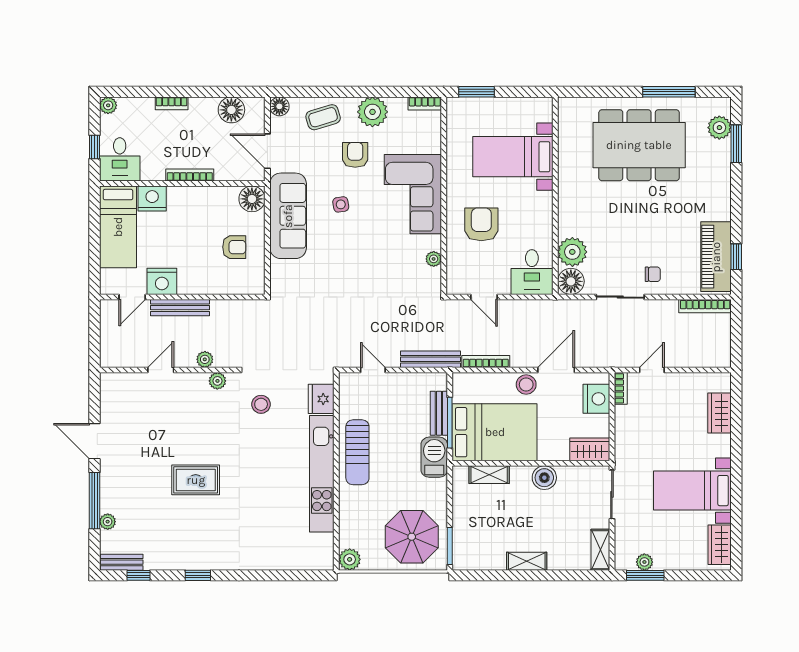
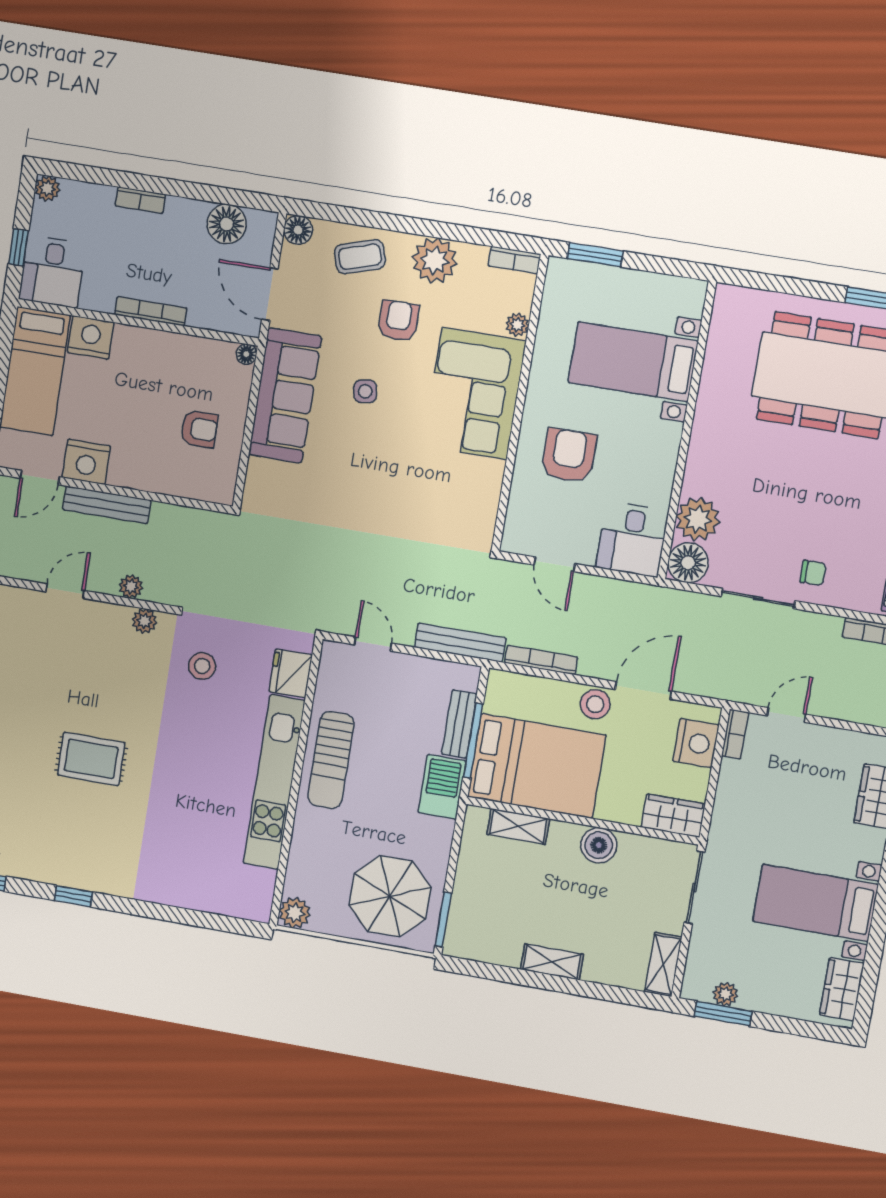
floor lamp: (252, 199) -> (246, 354), width x0.53, depth x0.53
plant: (434, 259) -> (517, 325), moved

